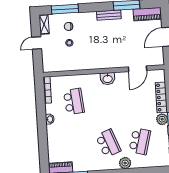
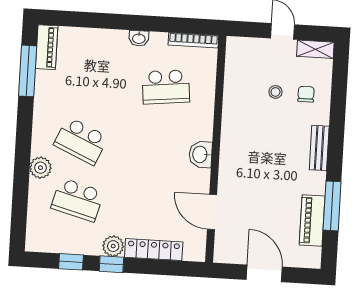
window: (65, 9) -> (339, 91), removed
piano: (147, 14) -> (312, 220), moved
bench: (109, 15) -> (319, 148), moved
school desk: (108, 143) -> (81, 141), turned 45

